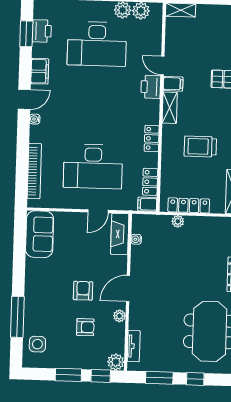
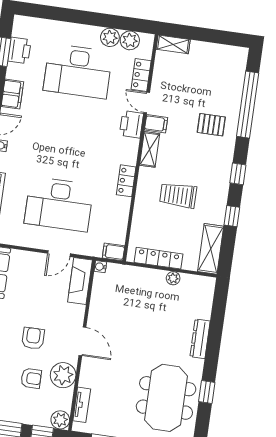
locker: (150, 182) -> (141, 75), moved
plant: (178, 221) -> (173, 278), moved
water cooler: (136, 239) -> (100, 267), moved
door: (128, 288) -> (82, 341), swing flipped
plant: (119, 316) -> (63, 375), width x1.88, depth x1.88

